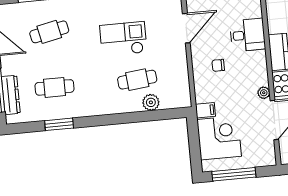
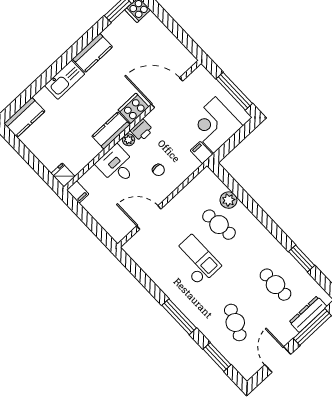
cafe table: (49, 32) -> (235, 322), turned 36
checkout: (123, 39) -> (196, 260), turned 180
printer: (260, 77) -> (142, 130), added
plant: (264, 93) -> (129, 140), moved

